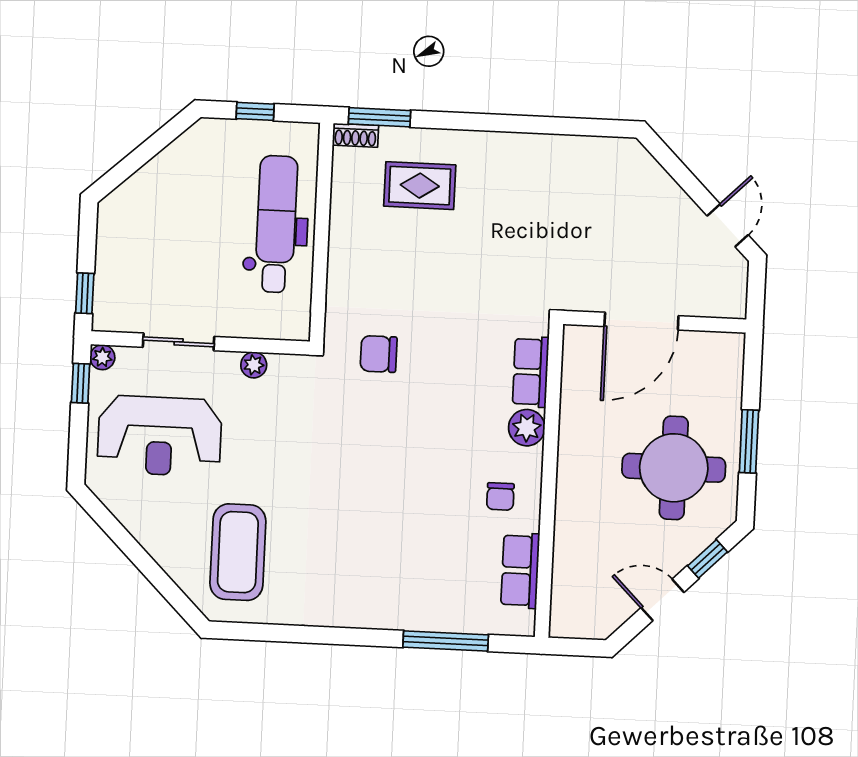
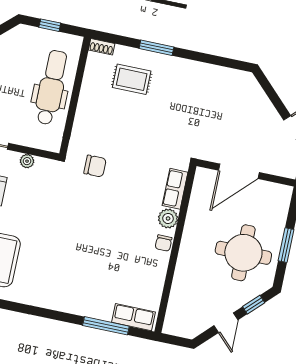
window: (380, 117) -> (156, 48), moved
chair: (379, 354) -> (95, 166), turned 180
chair: (500, 496) -> (164, 243), moved
row of seats: (520, 571) -> (133, 317), moved, turned 90
door: (662, 600) -> (226, 323), swing flipped

